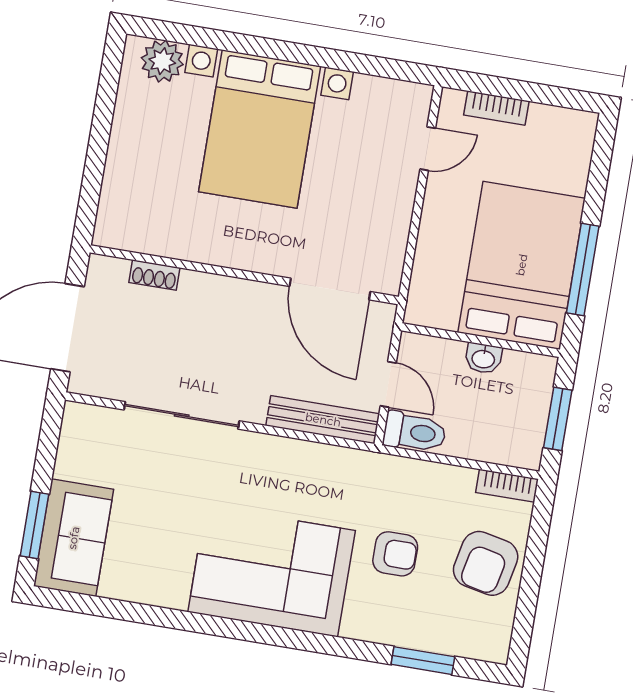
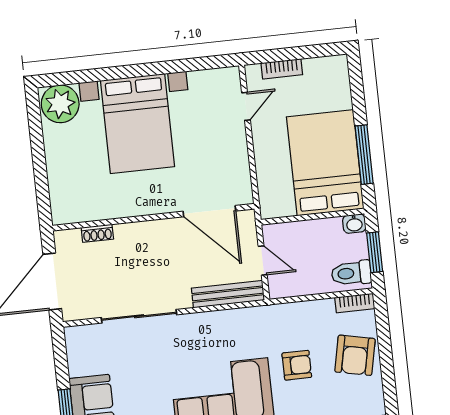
plant: (162, 61) -> (60, 104), width x1.36, depth x1.36
washbasin: (483, 358) -> (354, 224), moved
toilet: (415, 432) -> (351, 273), moved, turned 180

